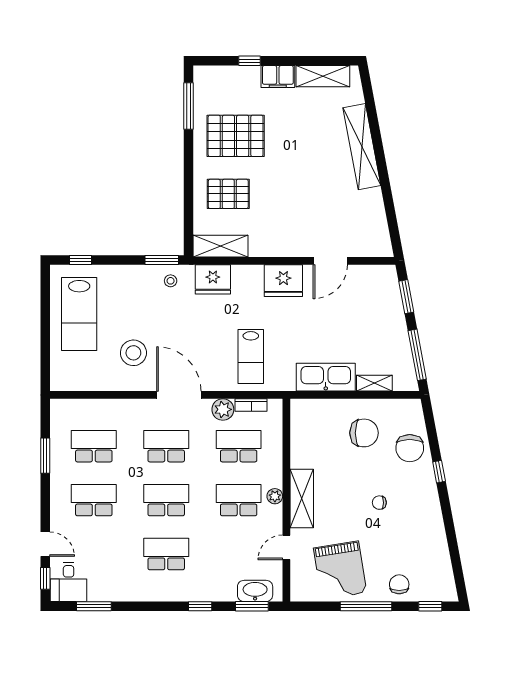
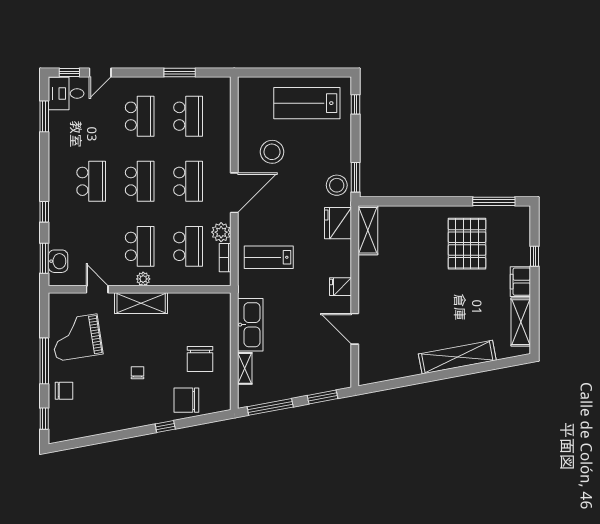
pallet: (228, 194) -> (415, 237), removed
stool: (171, 281) -> (337, 185), width x1.89, depth x1.89
fridge: (283, 281) -> (341, 287), width x0.53, depth x0.75
washbasin: (255, 591) -> (58, 261), width x0.72

